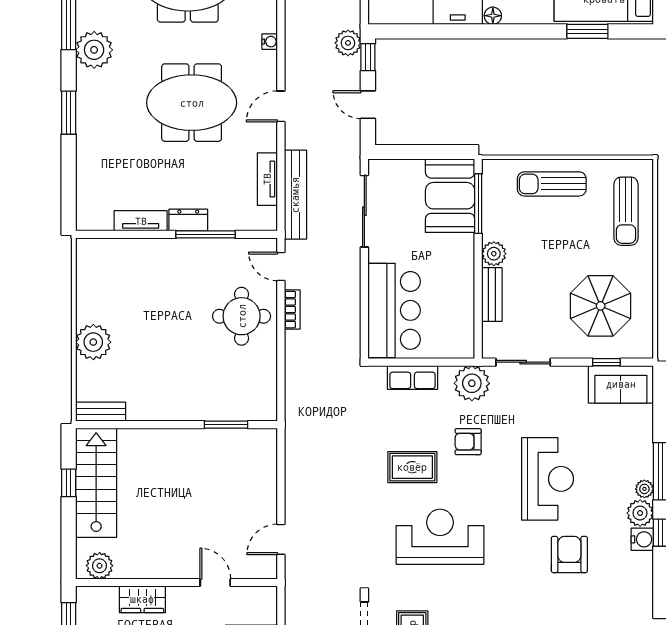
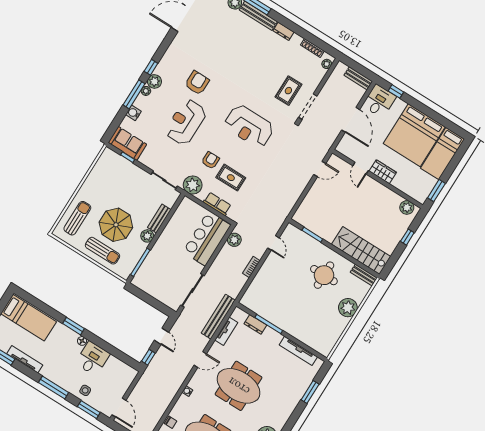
window: (587, 31) -> (74, 326), moved
plant: (348, 43) -> (234, 240), moved
window: (69, 113) -> (310, 392), moved
booth: (450, 196) -> (150, 274), removed
dresser: (188, 220) -> (255, 324), moved
tv unit: (141, 221) -> (298, 351), width x1.41
door: (281, 266) -> (273, 243), moved
parasol: (601, 306) -> (116, 225), moved
round table: (242, 316) -> (324, 275), moved
armchair: (468, 442) -> (210, 160), turned -90
rug: (412, 467) -> (231, 178), moved
window: (69, 483) -> (407, 237), moved
stairs: (96, 483) -> (361, 250), moved, turned 90
water cooler: (642, 539) -> (133, 113), moved
armchair: (569, 554) -> (197, 83), turned 180
wardrobe: (142, 599) -> (383, 172), moved

